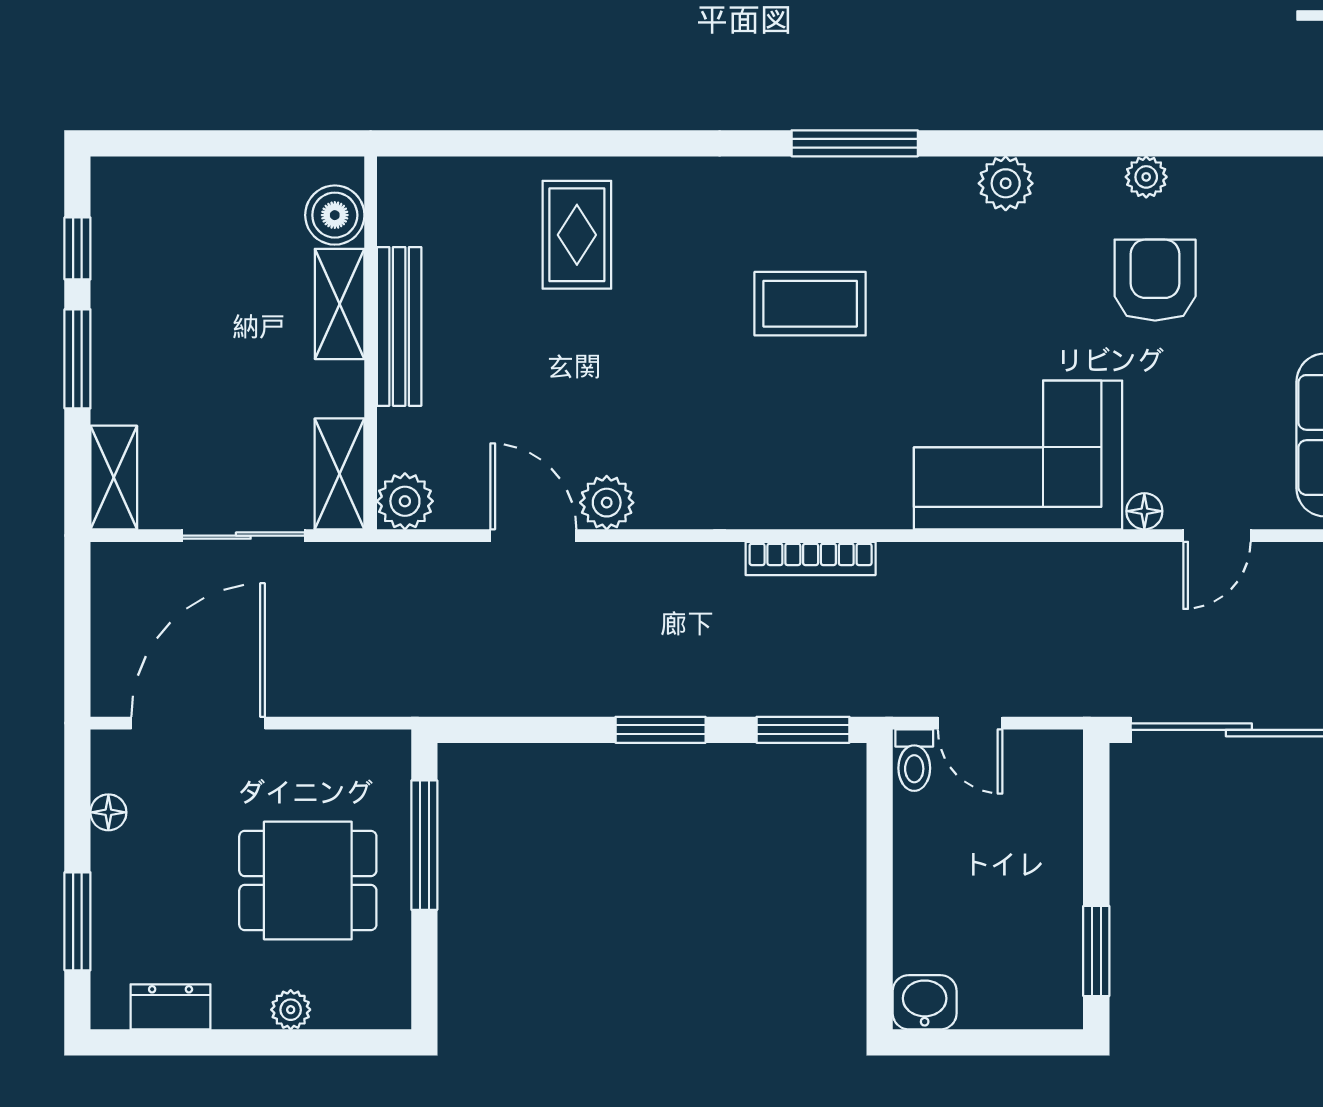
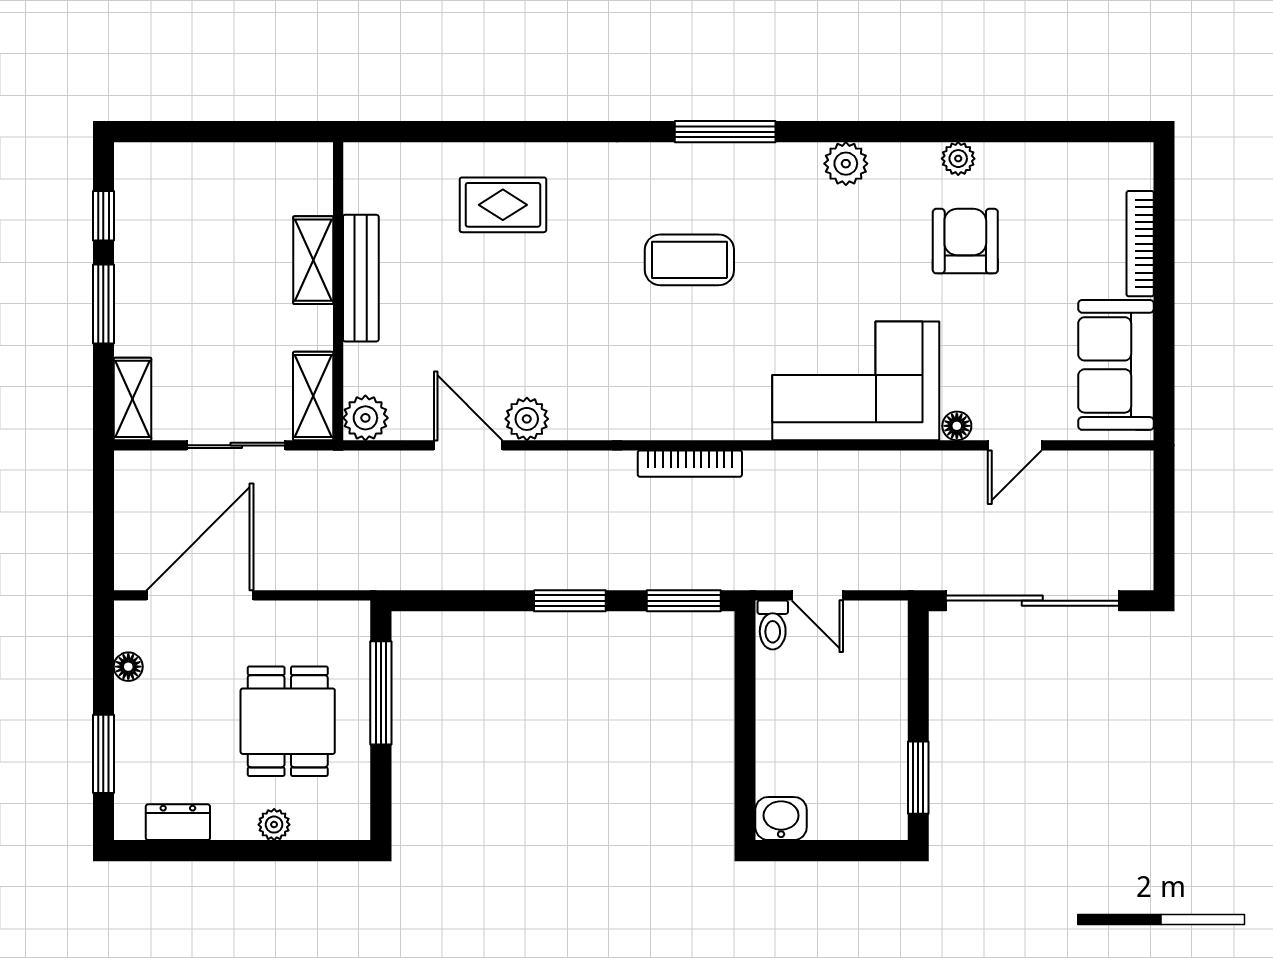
boiler: (335, 215) -> (309, 189), removed
rug: (577, 235) -> (503, 205), turned 90
dining table: (308, 881) -> (288, 721), turned 90

